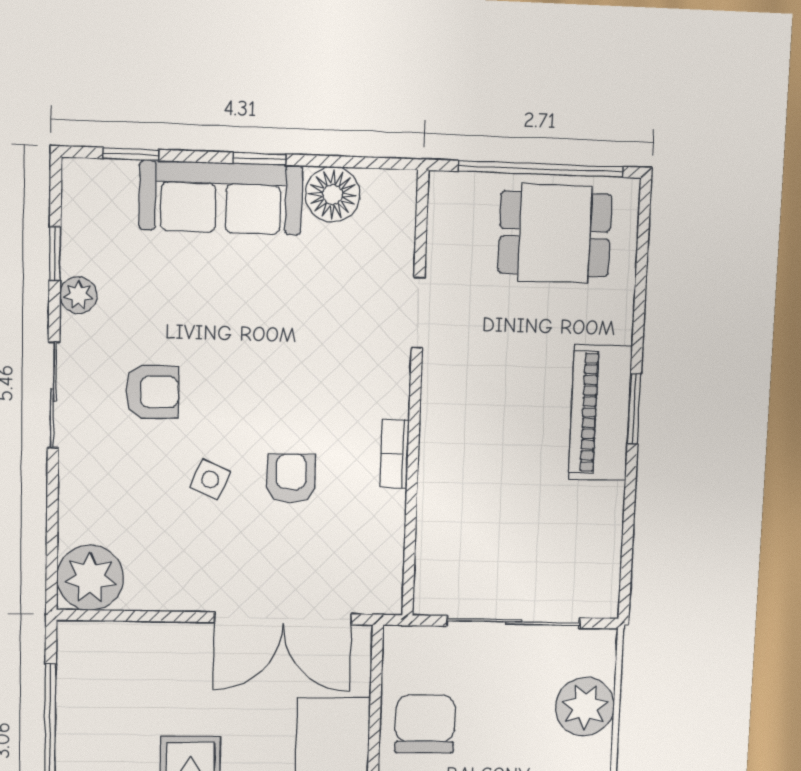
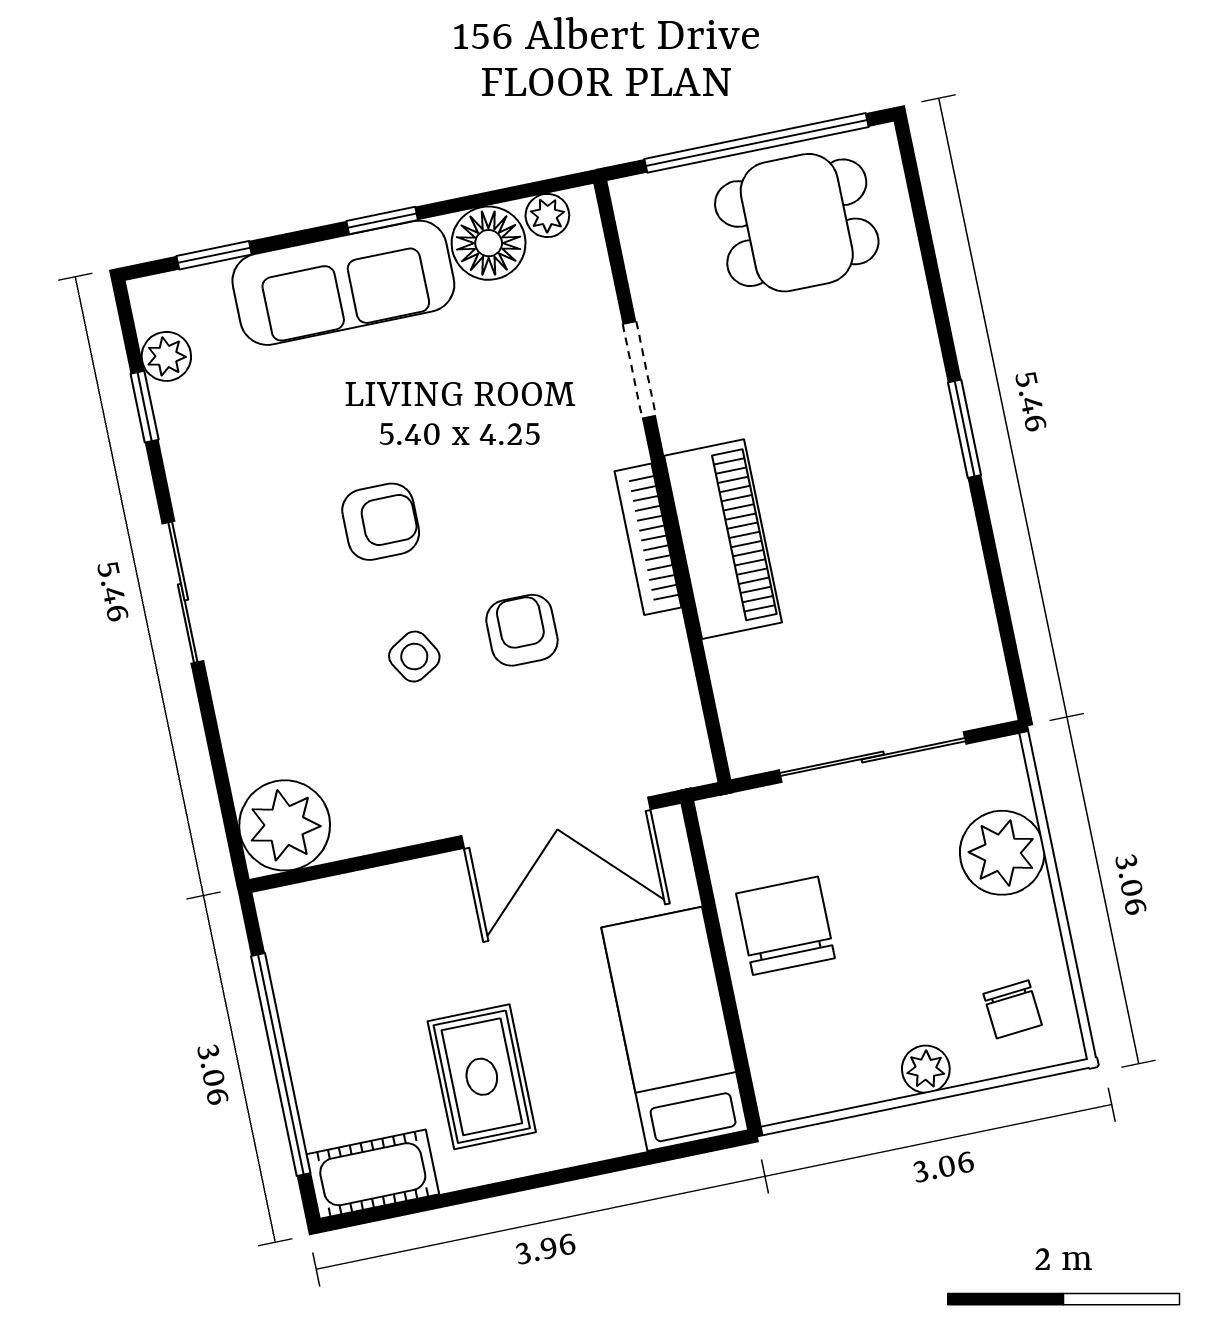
plant: (380, 185) -> (547, 216), added
plant: (78, 295) -> (166, 356), moved
armchair: (152, 392) -> (381, 522), moved
piano: (600, 413) -> (723, 539), moved, turned 180
bookcase: (394, 454) -> (648, 539), width x1.56
side table: (210, 479) -> (414, 657), turned 35

